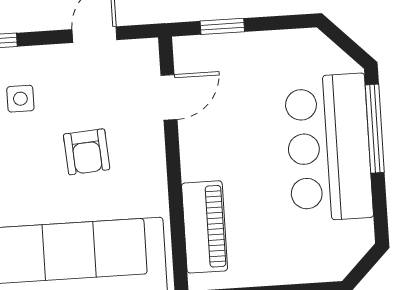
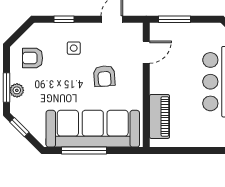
window: (222, 26) -> (174, 19), width x1.50

